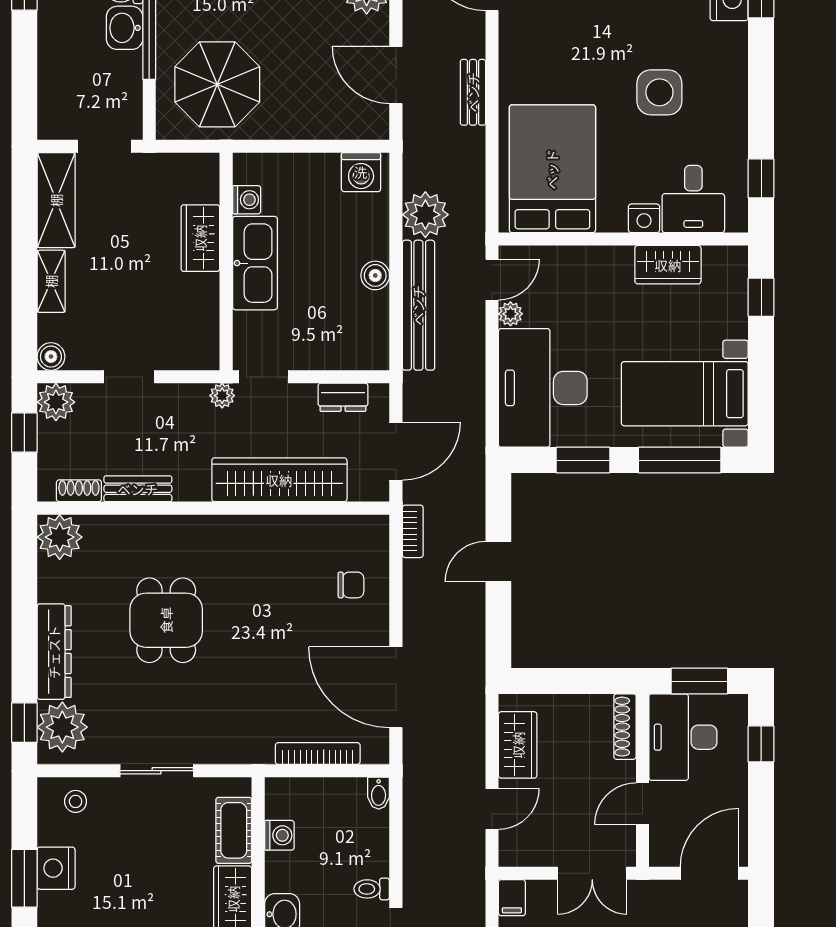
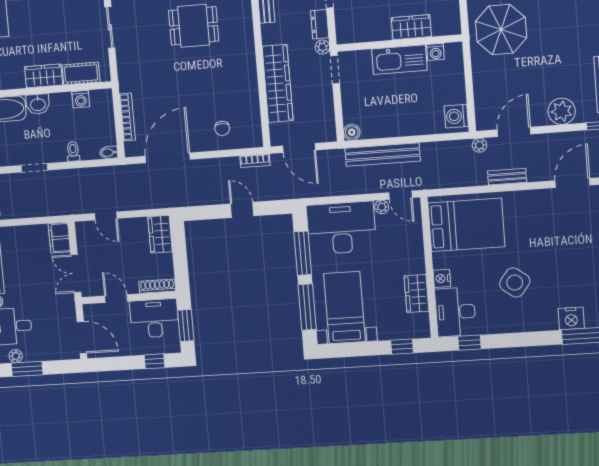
side table: (659, 92) -> (515, 282), turned 37
desk: (693, 199) -> (455, 312), width x1.37
plant: (425, 215) -> (479, 145), moved, width x0.53, depth x0.53
boiler: (375, 275) -> (352, 132), moved
dresser: (343, 397) -> (320, 24), moved
window: (583, 460) -> (303, 253), width x1.44
wardrobe: (518, 745) -> (160, 234), moved, turned 90
toilet: (372, 889) -> (73, 151), moved
filing cabinet: (512, 898) -> (59, 238), width x2.00

